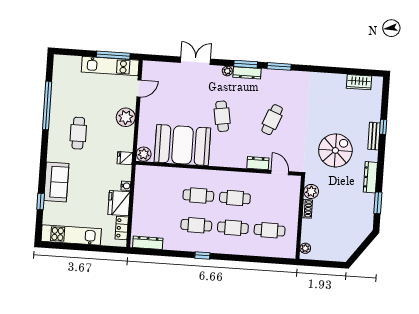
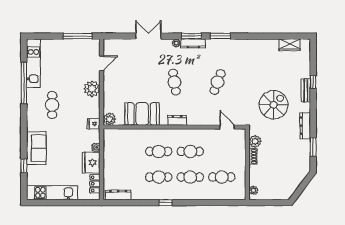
kitchen unit: (110, 66) -> (33, 63), moved, turned -90
booth: (182, 145) -> (142, 114), width x0.73, depth x0.70
dresser: (258, 163) -> (177, 120), moved

